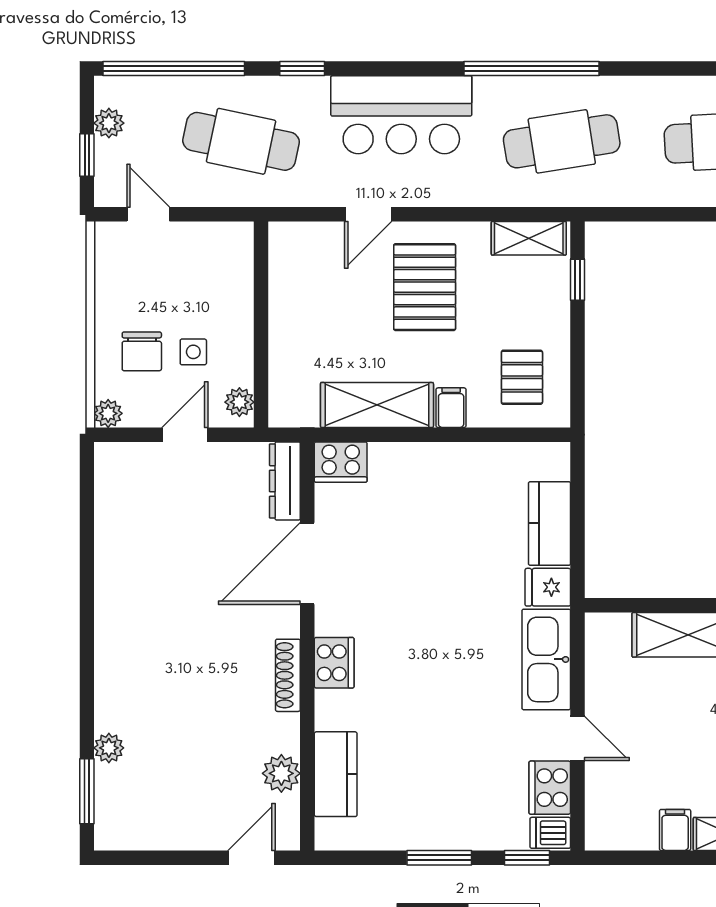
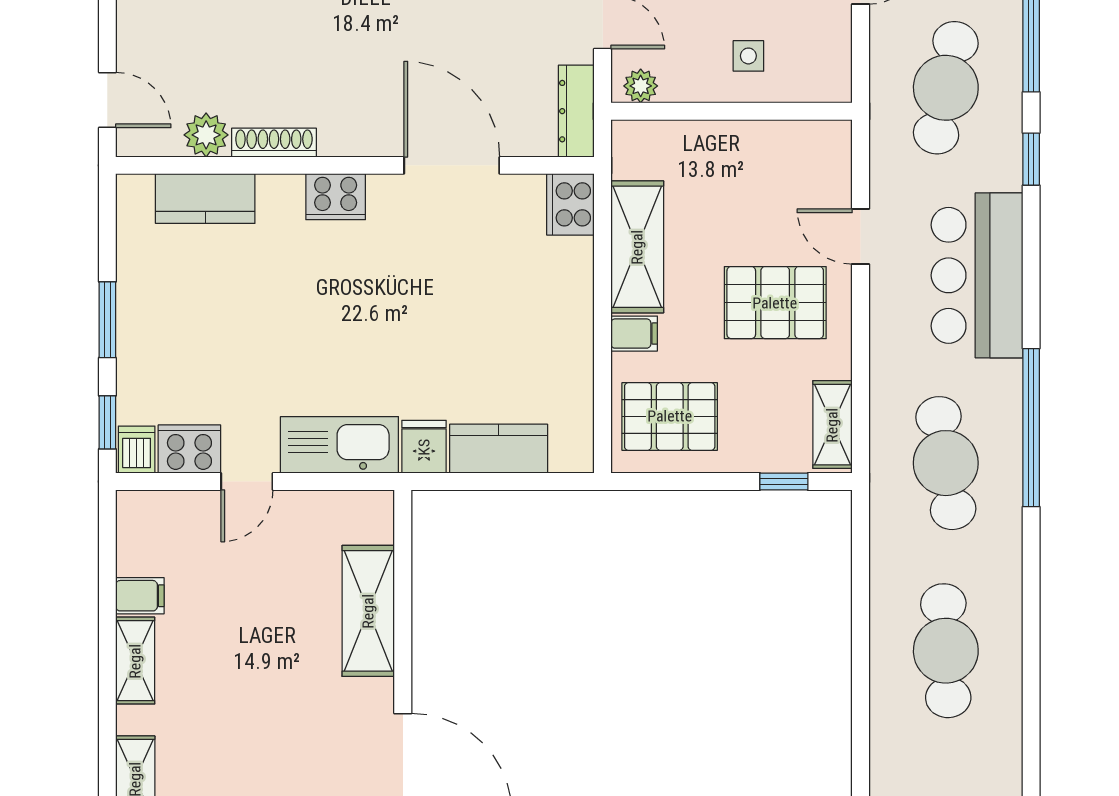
side table: (193, 352) -> (748, 56), moved
pallet: (522, 377) -> (670, 416), width x1.50, depth x1.42
dresser: (285, 481) -> (576, 111), moved, turned -90
shoe rack: (288, 675) -> (274, 143), moved

